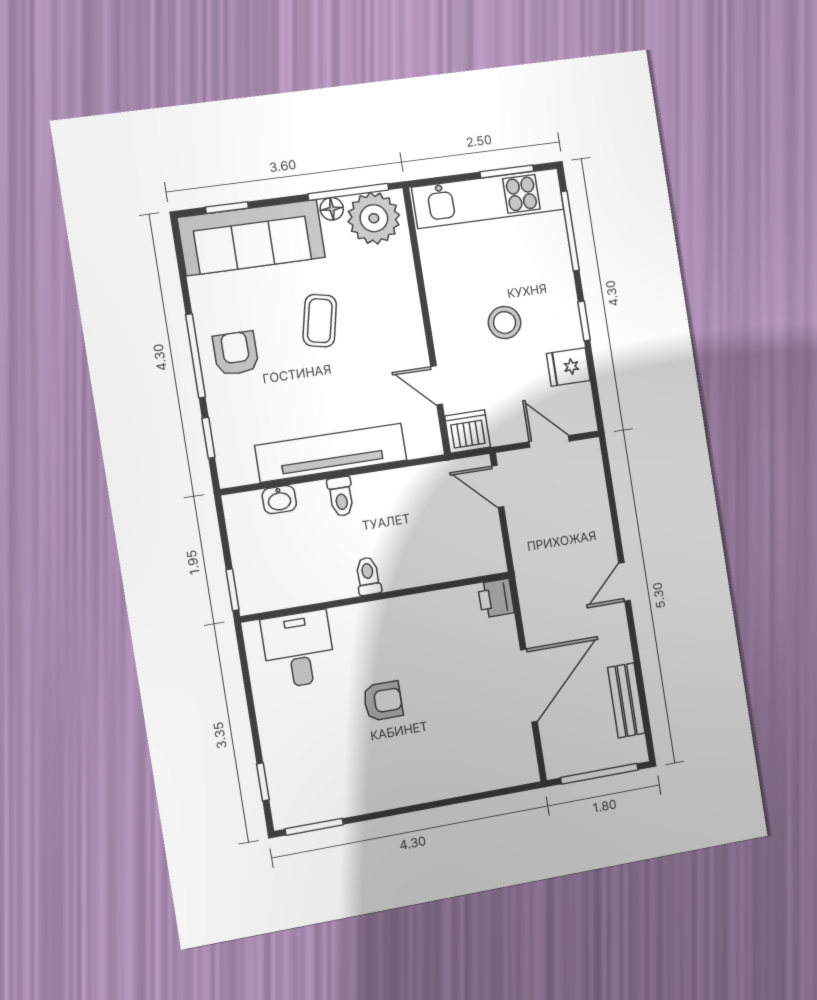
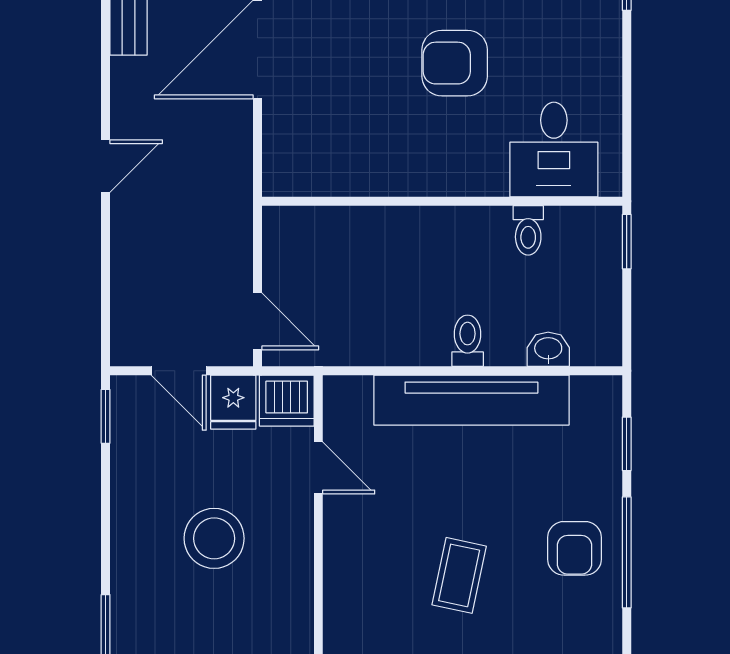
window: (584, 321) -> (106, 416), moved
stool: (505, 323) -> (214, 538), width x1.38, depth x1.38
fridge: (568, 367) -> (233, 402), moved, turned 90
toilet: (368, 576) -> (528, 230), moved
printer: (496, 598) -> (284, 173), removed
armchair: (383, 701) -> (455, 63), width x1.38, depth x1.38

